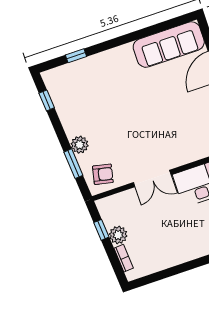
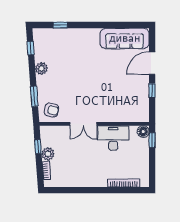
plant: (80, 145) -> (41, 68), moved

